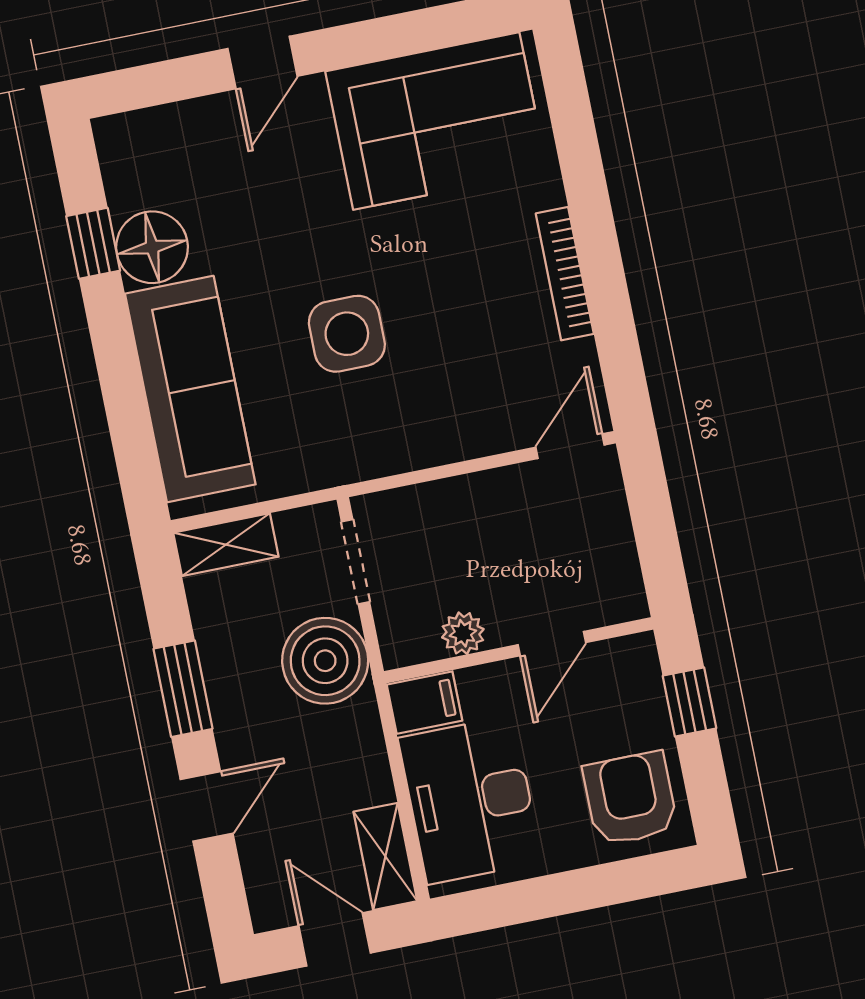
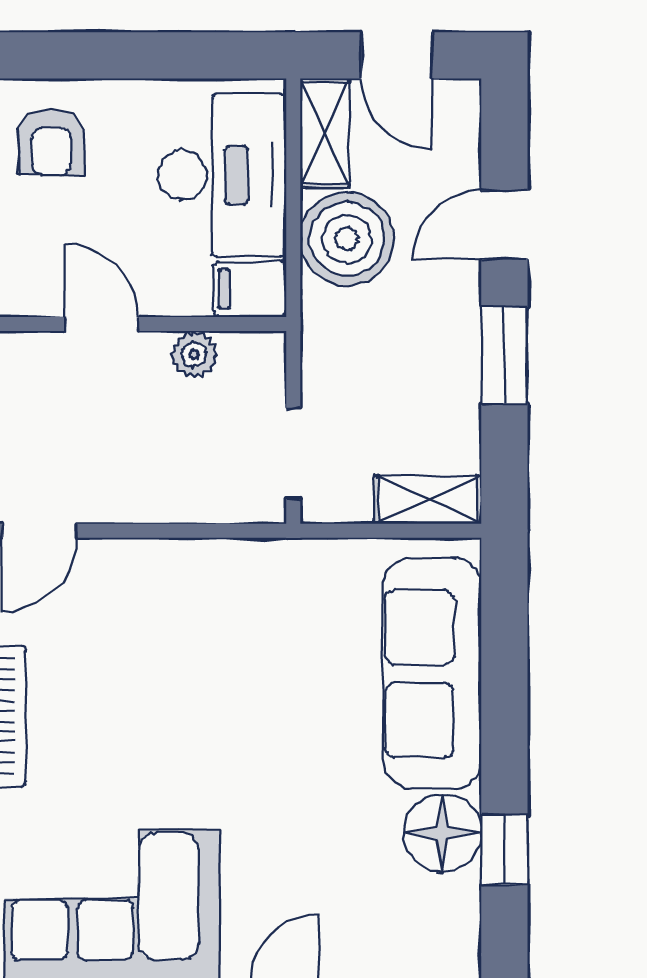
side table: (347, 334) -> (253, 699), removed
door: (552, 644) -> (101, 324), hinge flipped
boiler: (325, 661) -> (347, 239), moved
armchair: (630, 799) -> (51, 142), width x0.72, depth x0.72

